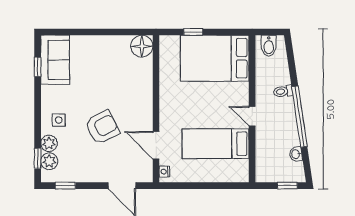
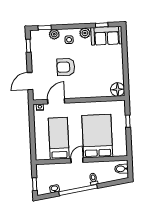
bed: (215, 58) -> (97, 136), moved
armchair: (102, 127) -> (66, 67), turned 117
plant: (49, 161) -> (85, 33), moved

